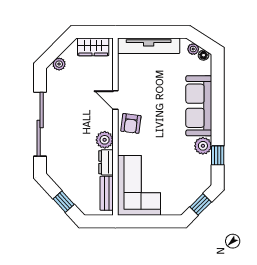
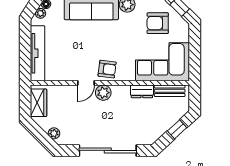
plant: (105, 140) -> (103, 93), moved
armchair: (182, 180) -> (158, 23), added

